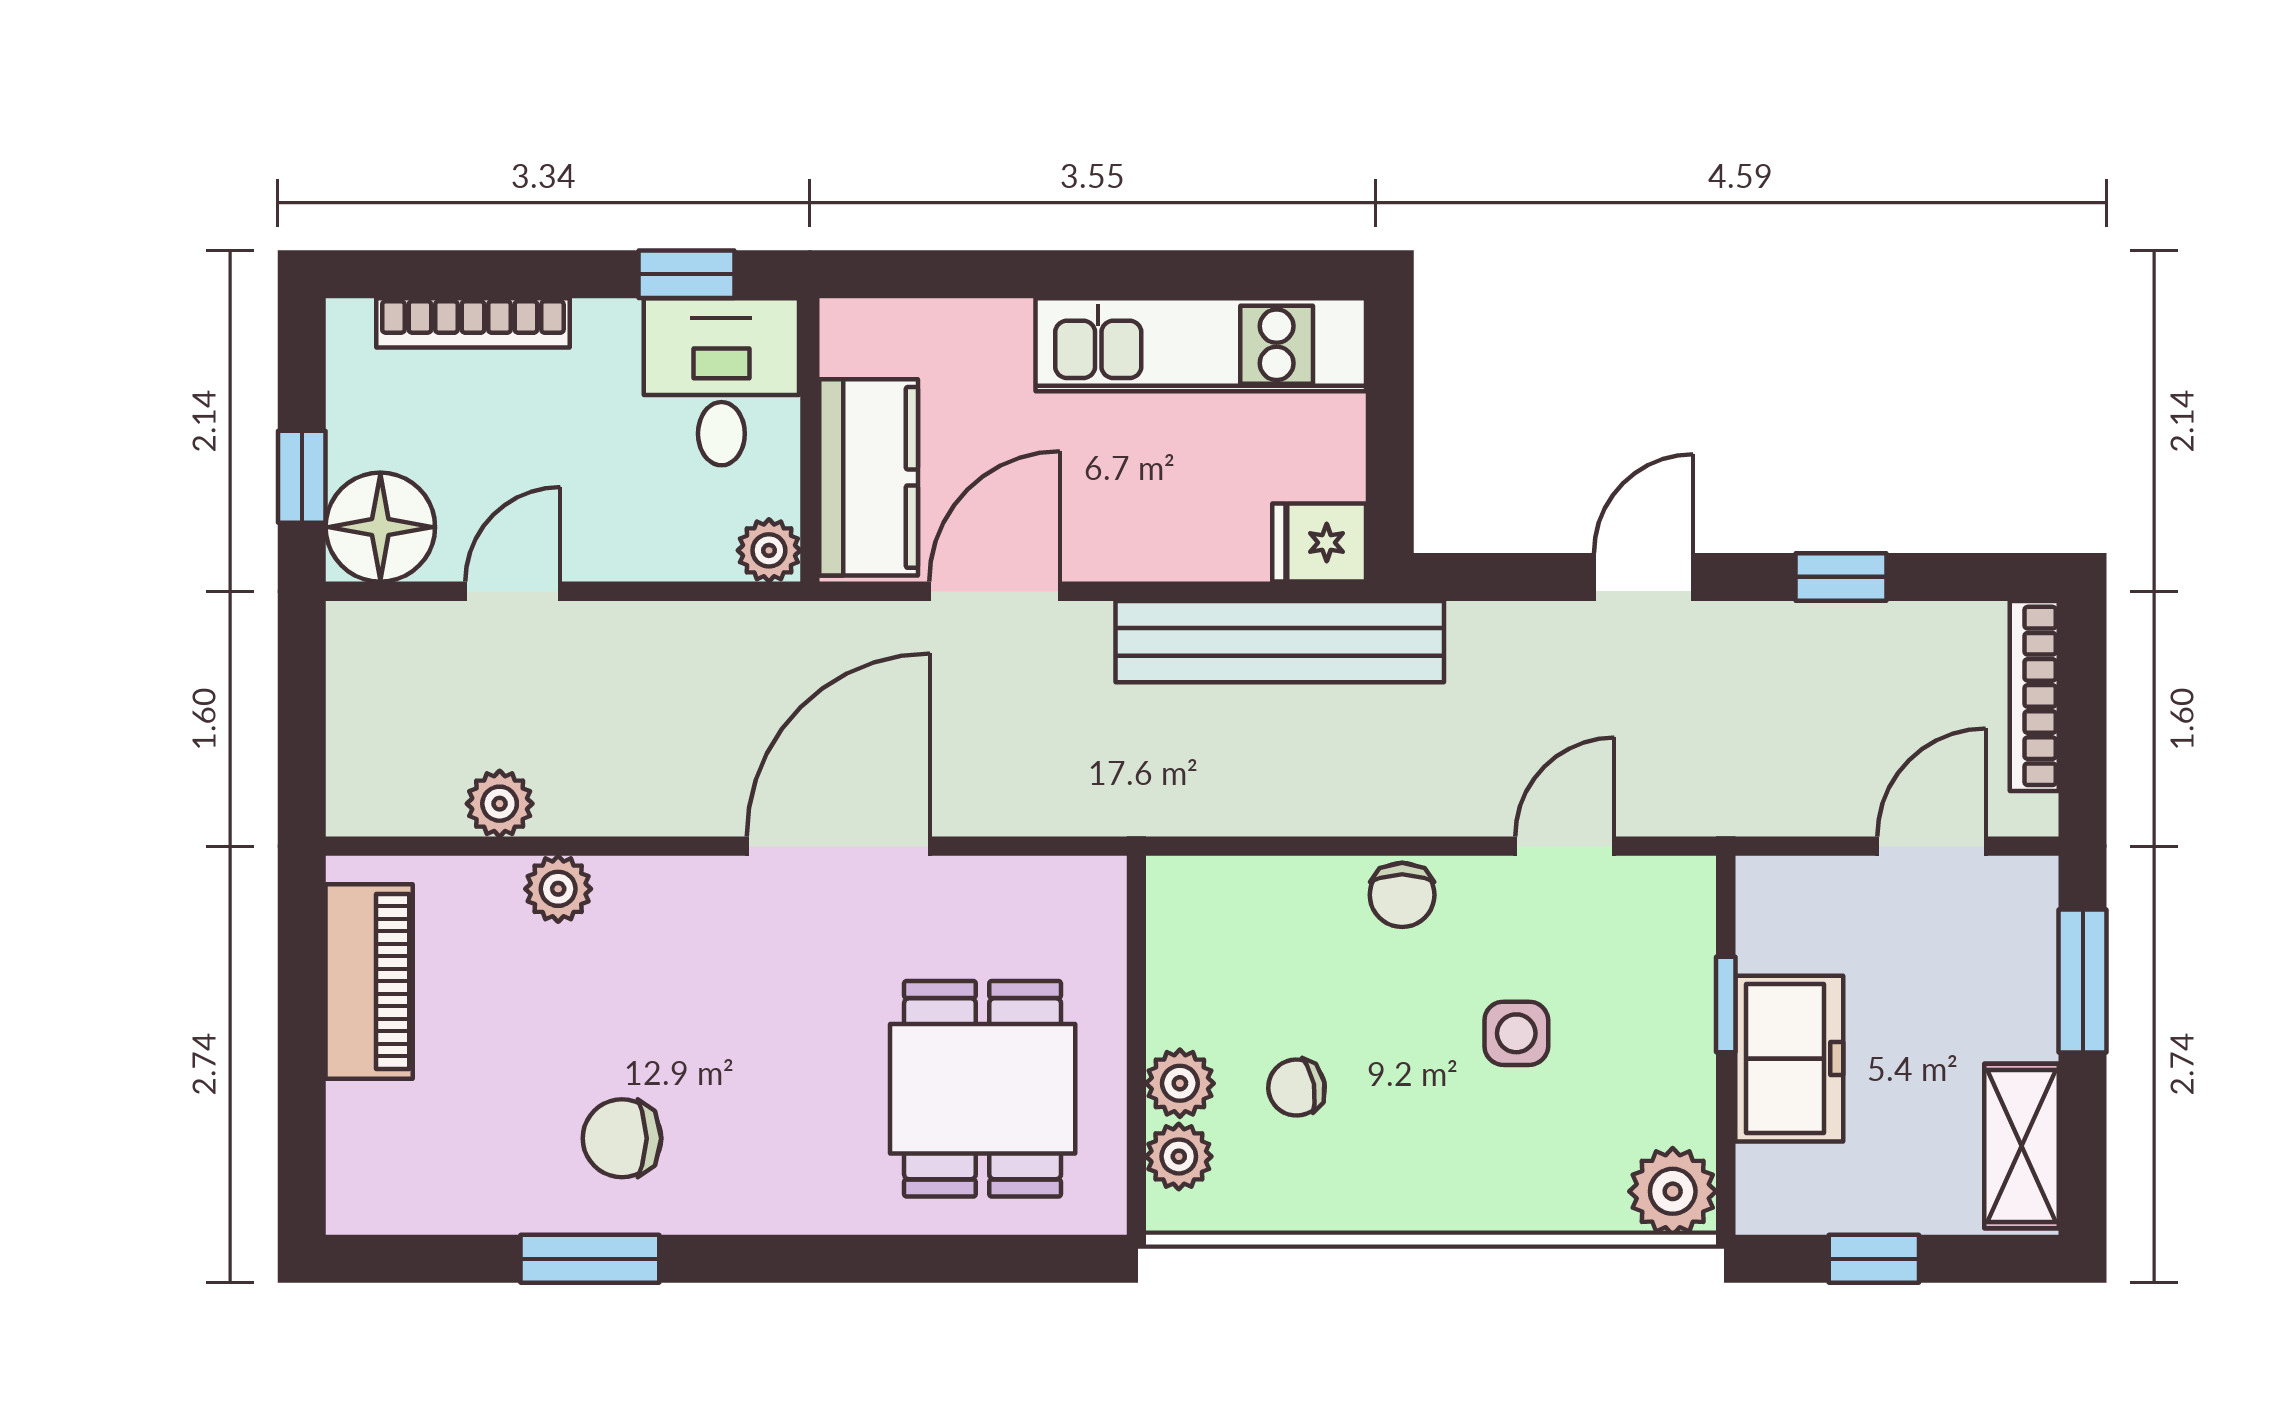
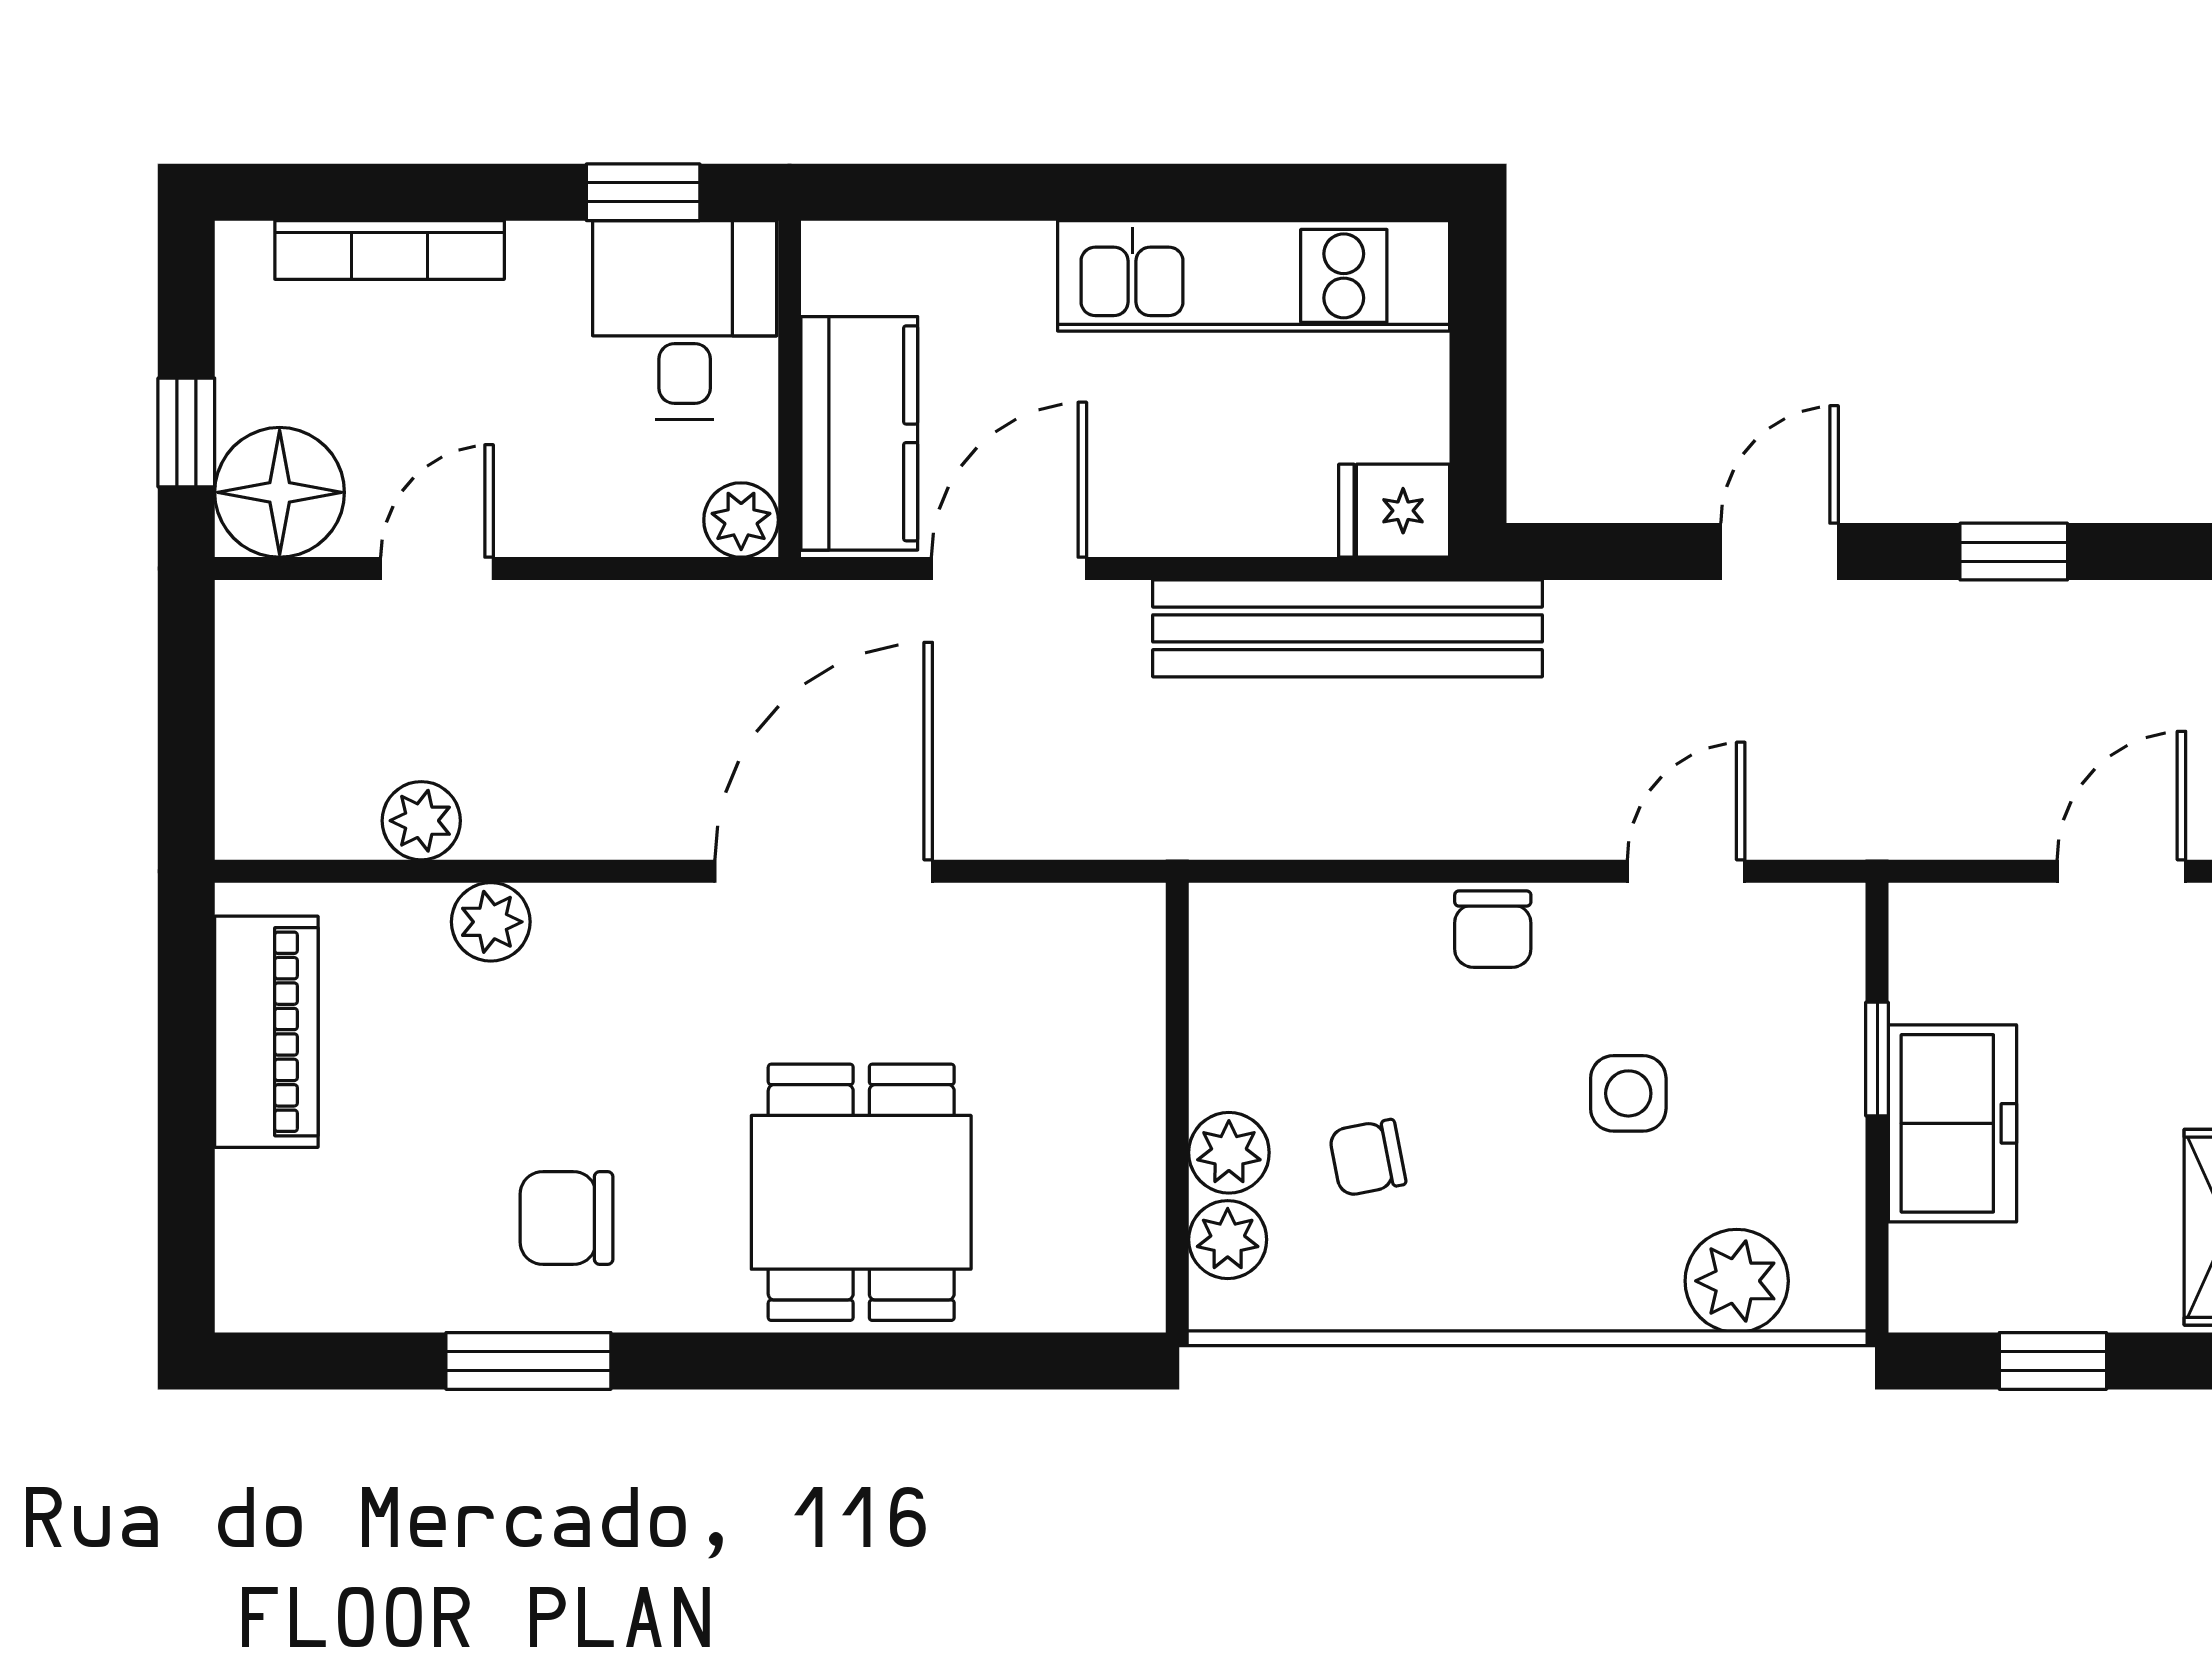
dining table: (983, 1089) -> (861, 1192), moved
plant: (1673, 1191) -> (1737, 1281), moved

